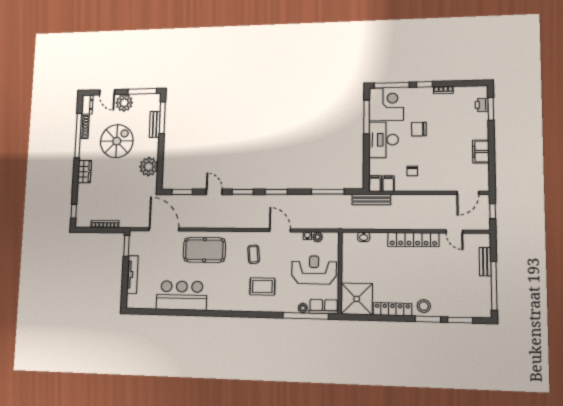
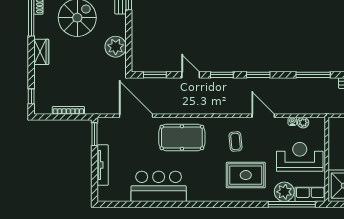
rug: (262, 287) -> (246, 175), width x1.36, depth x1.43
plant: (303, 308) -> (284, 192), width x1.87, depth x1.87

